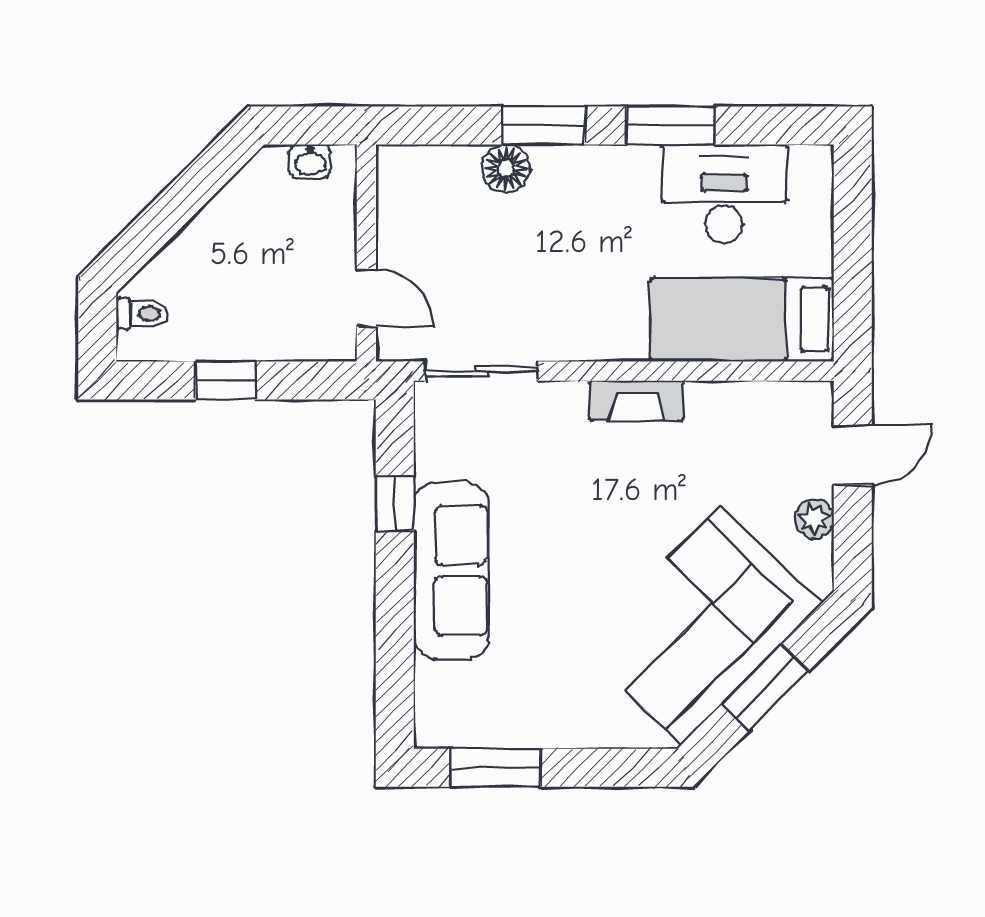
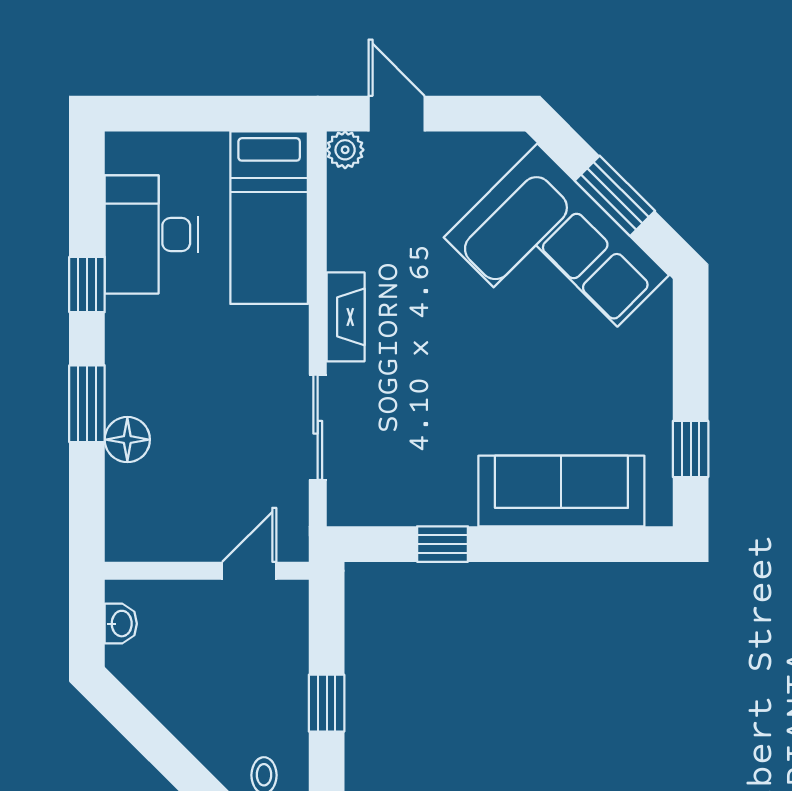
window: (671, 125) -> (87, 285), width x0.67
sliding door: (481, 371) -> (318, 427), moved
plant: (814, 519) -> (345, 150), moved
sofa: (451, 570) -> (561, 491), moved
window: (496, 768) -> (691, 449), width x0.67

